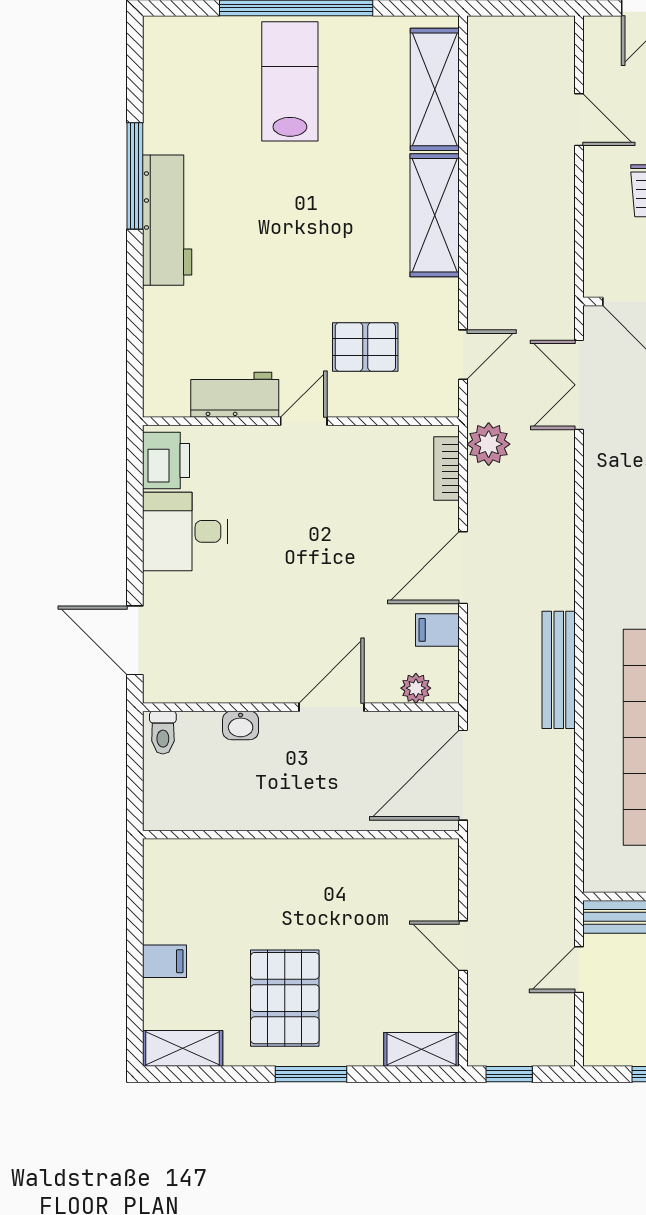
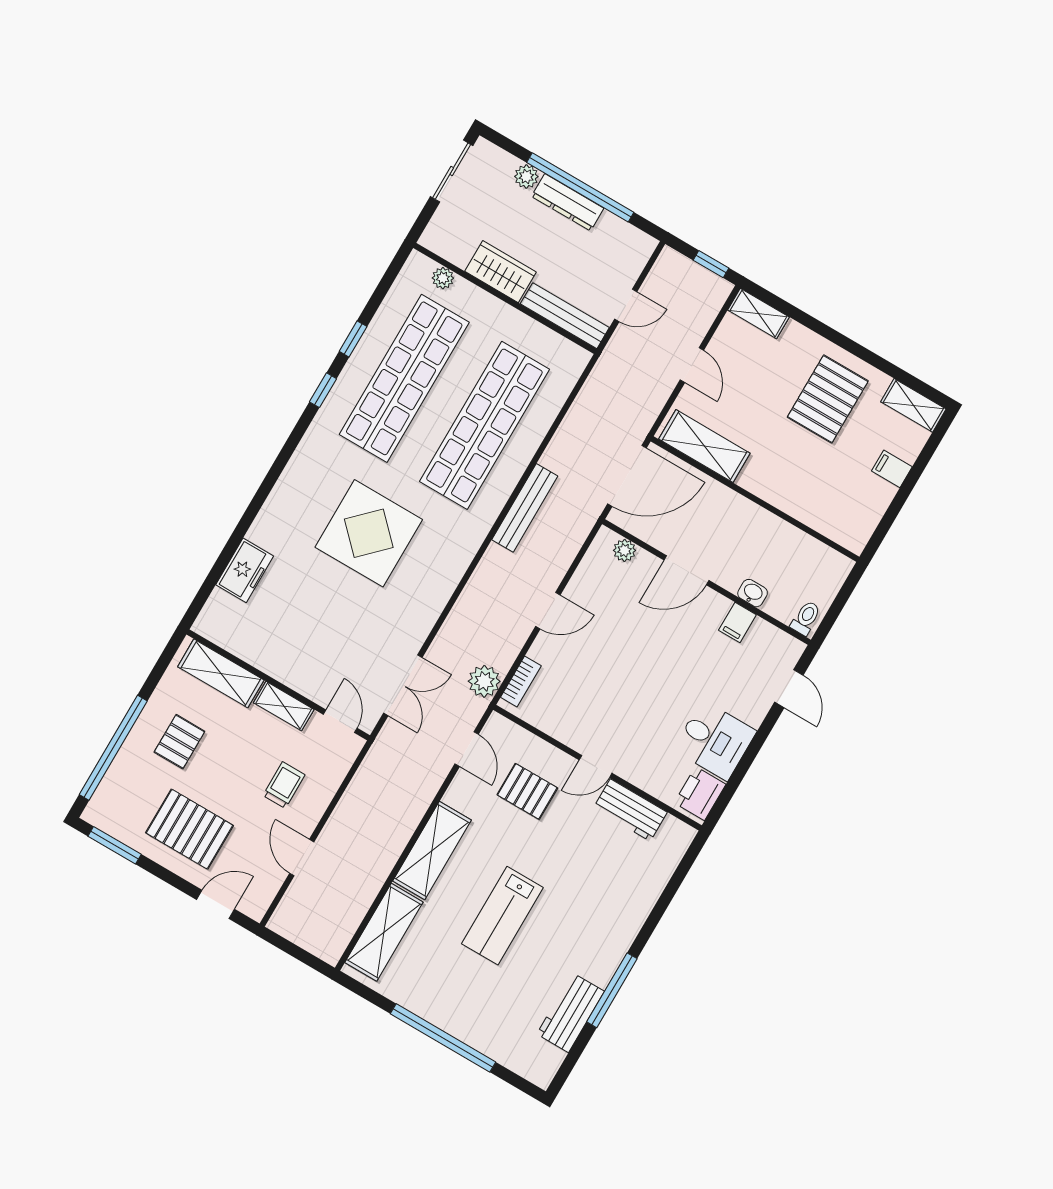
lab bench: (290, 81) -> (502, 916), moved
workbench: (167, 220) -> (571, 1013), moved, width x0.73
door: (463, 355) -> (467, 749), swing flipped
door: (463, 568) -> (548, 611), width x0.73
filing cabinet: (437, 630) -> (737, 623), moved, turned 90
door: (135, 640) -> (789, 689), width x0.73
shelving: (394, 861) -> (704, 446), added
window: (311, 1074) -> (840, 340), removed

